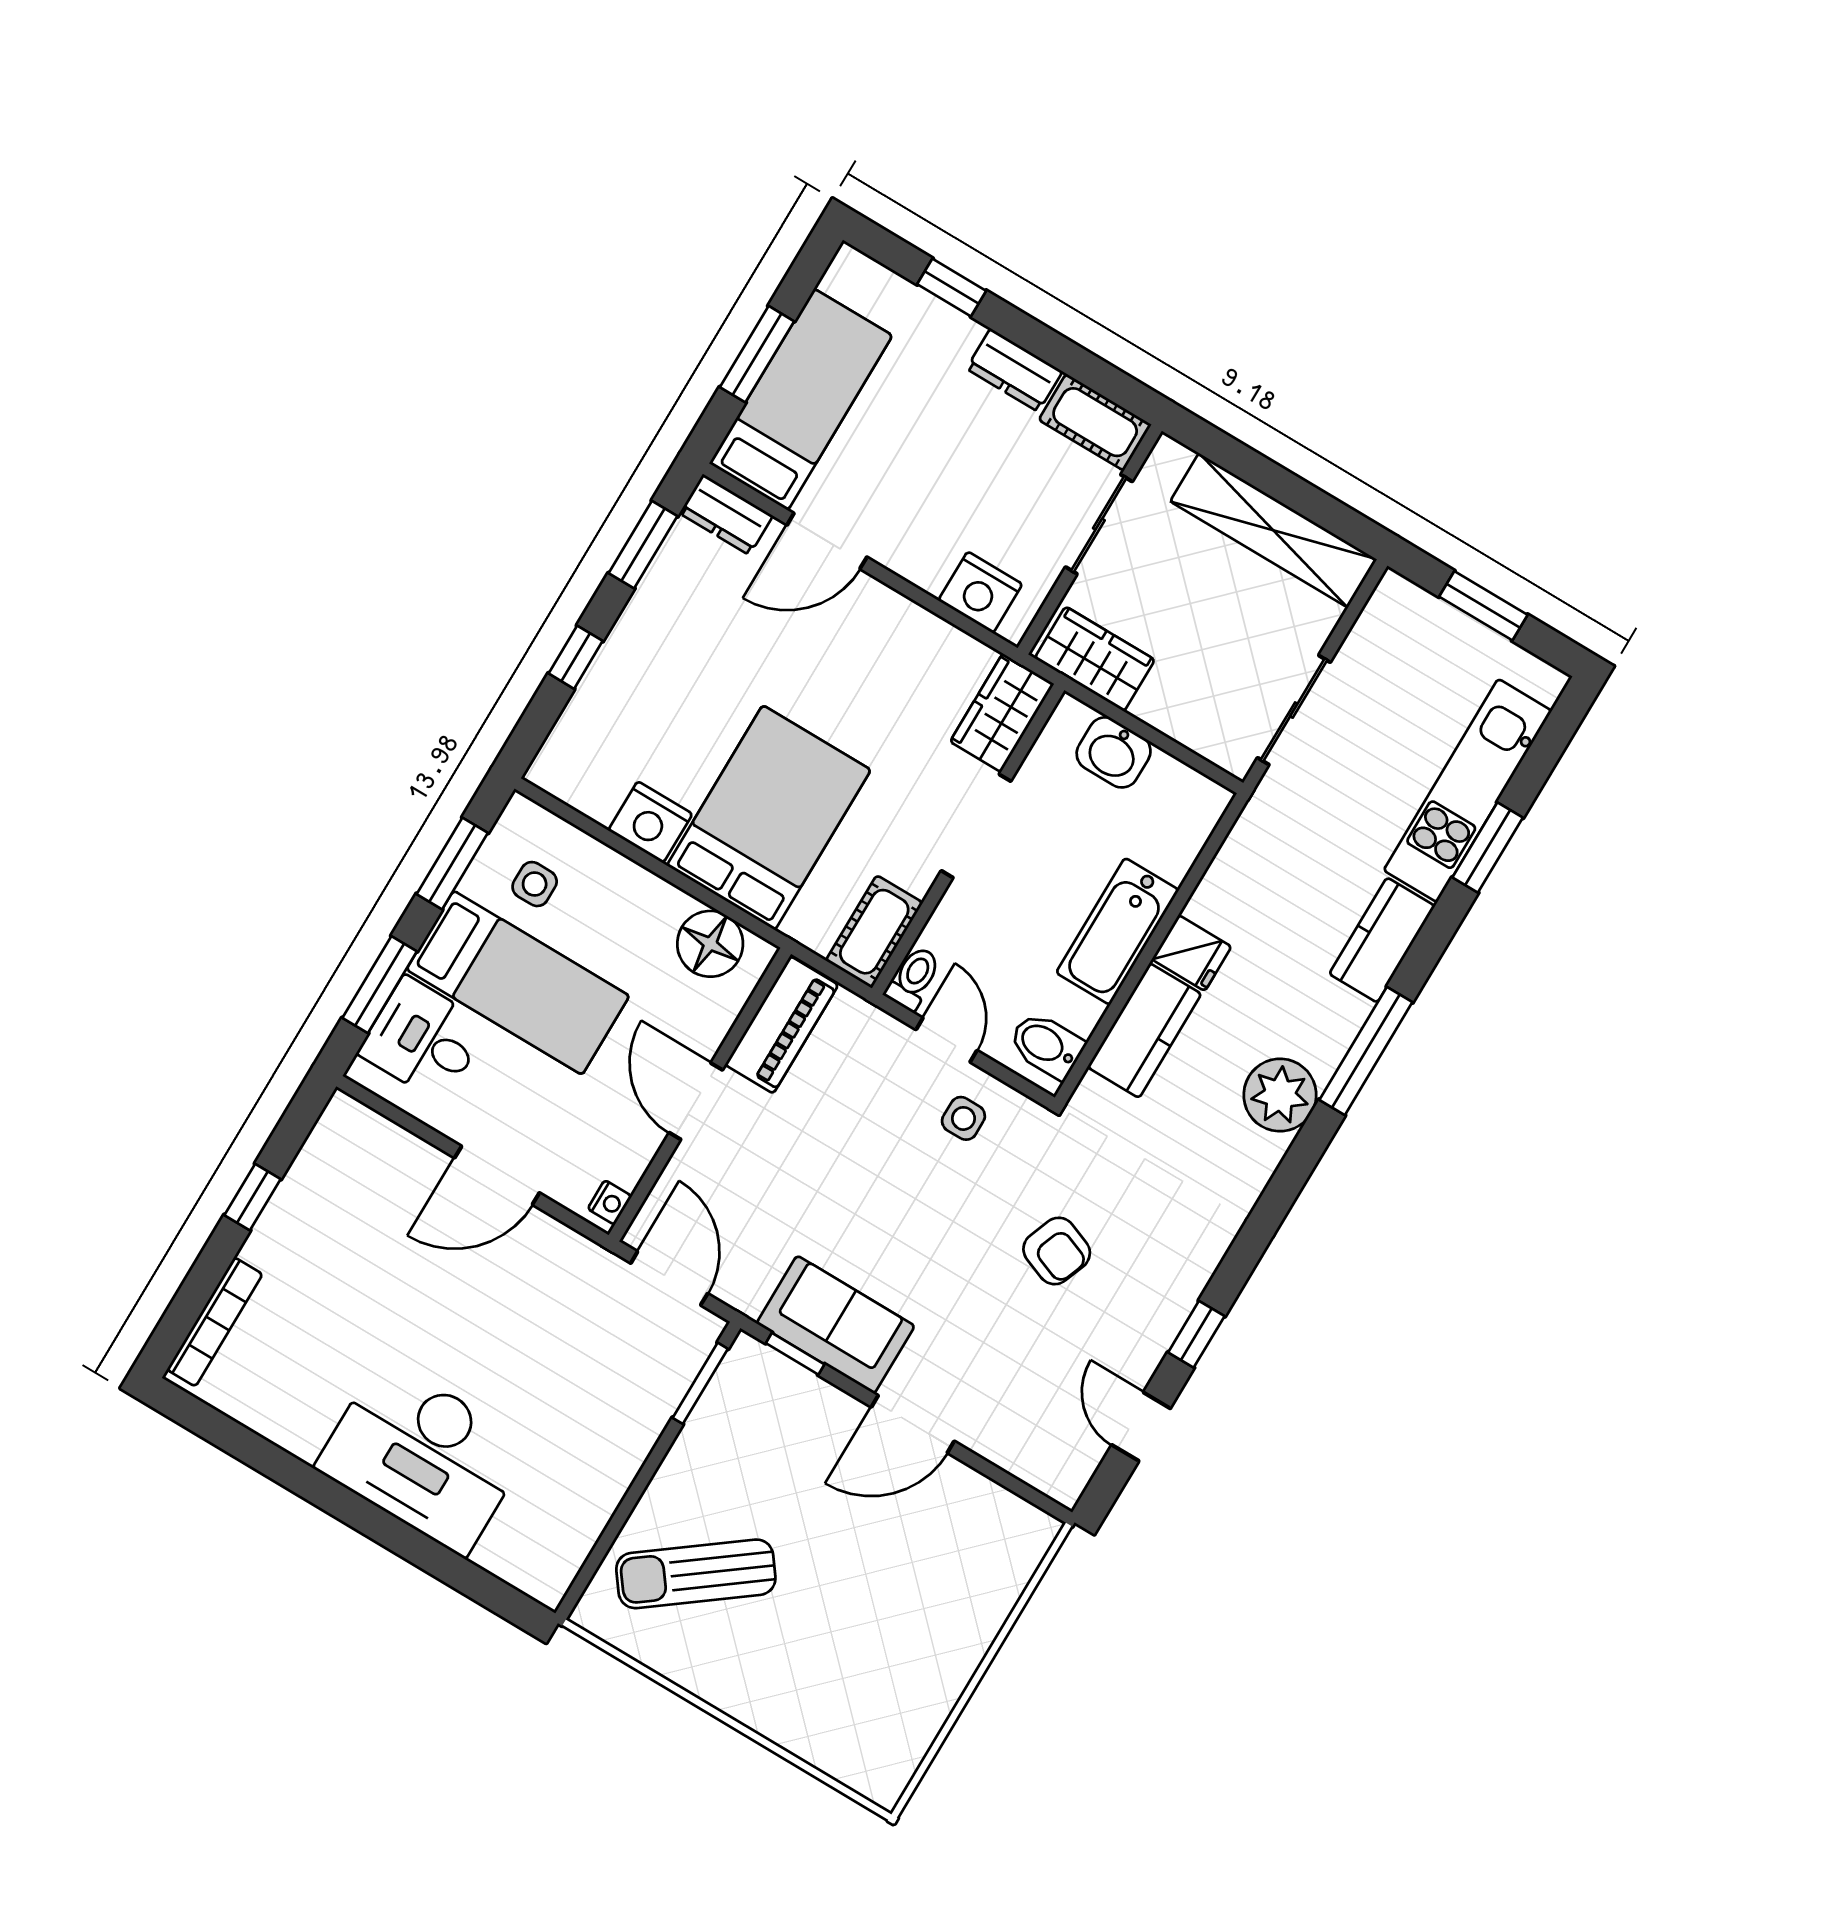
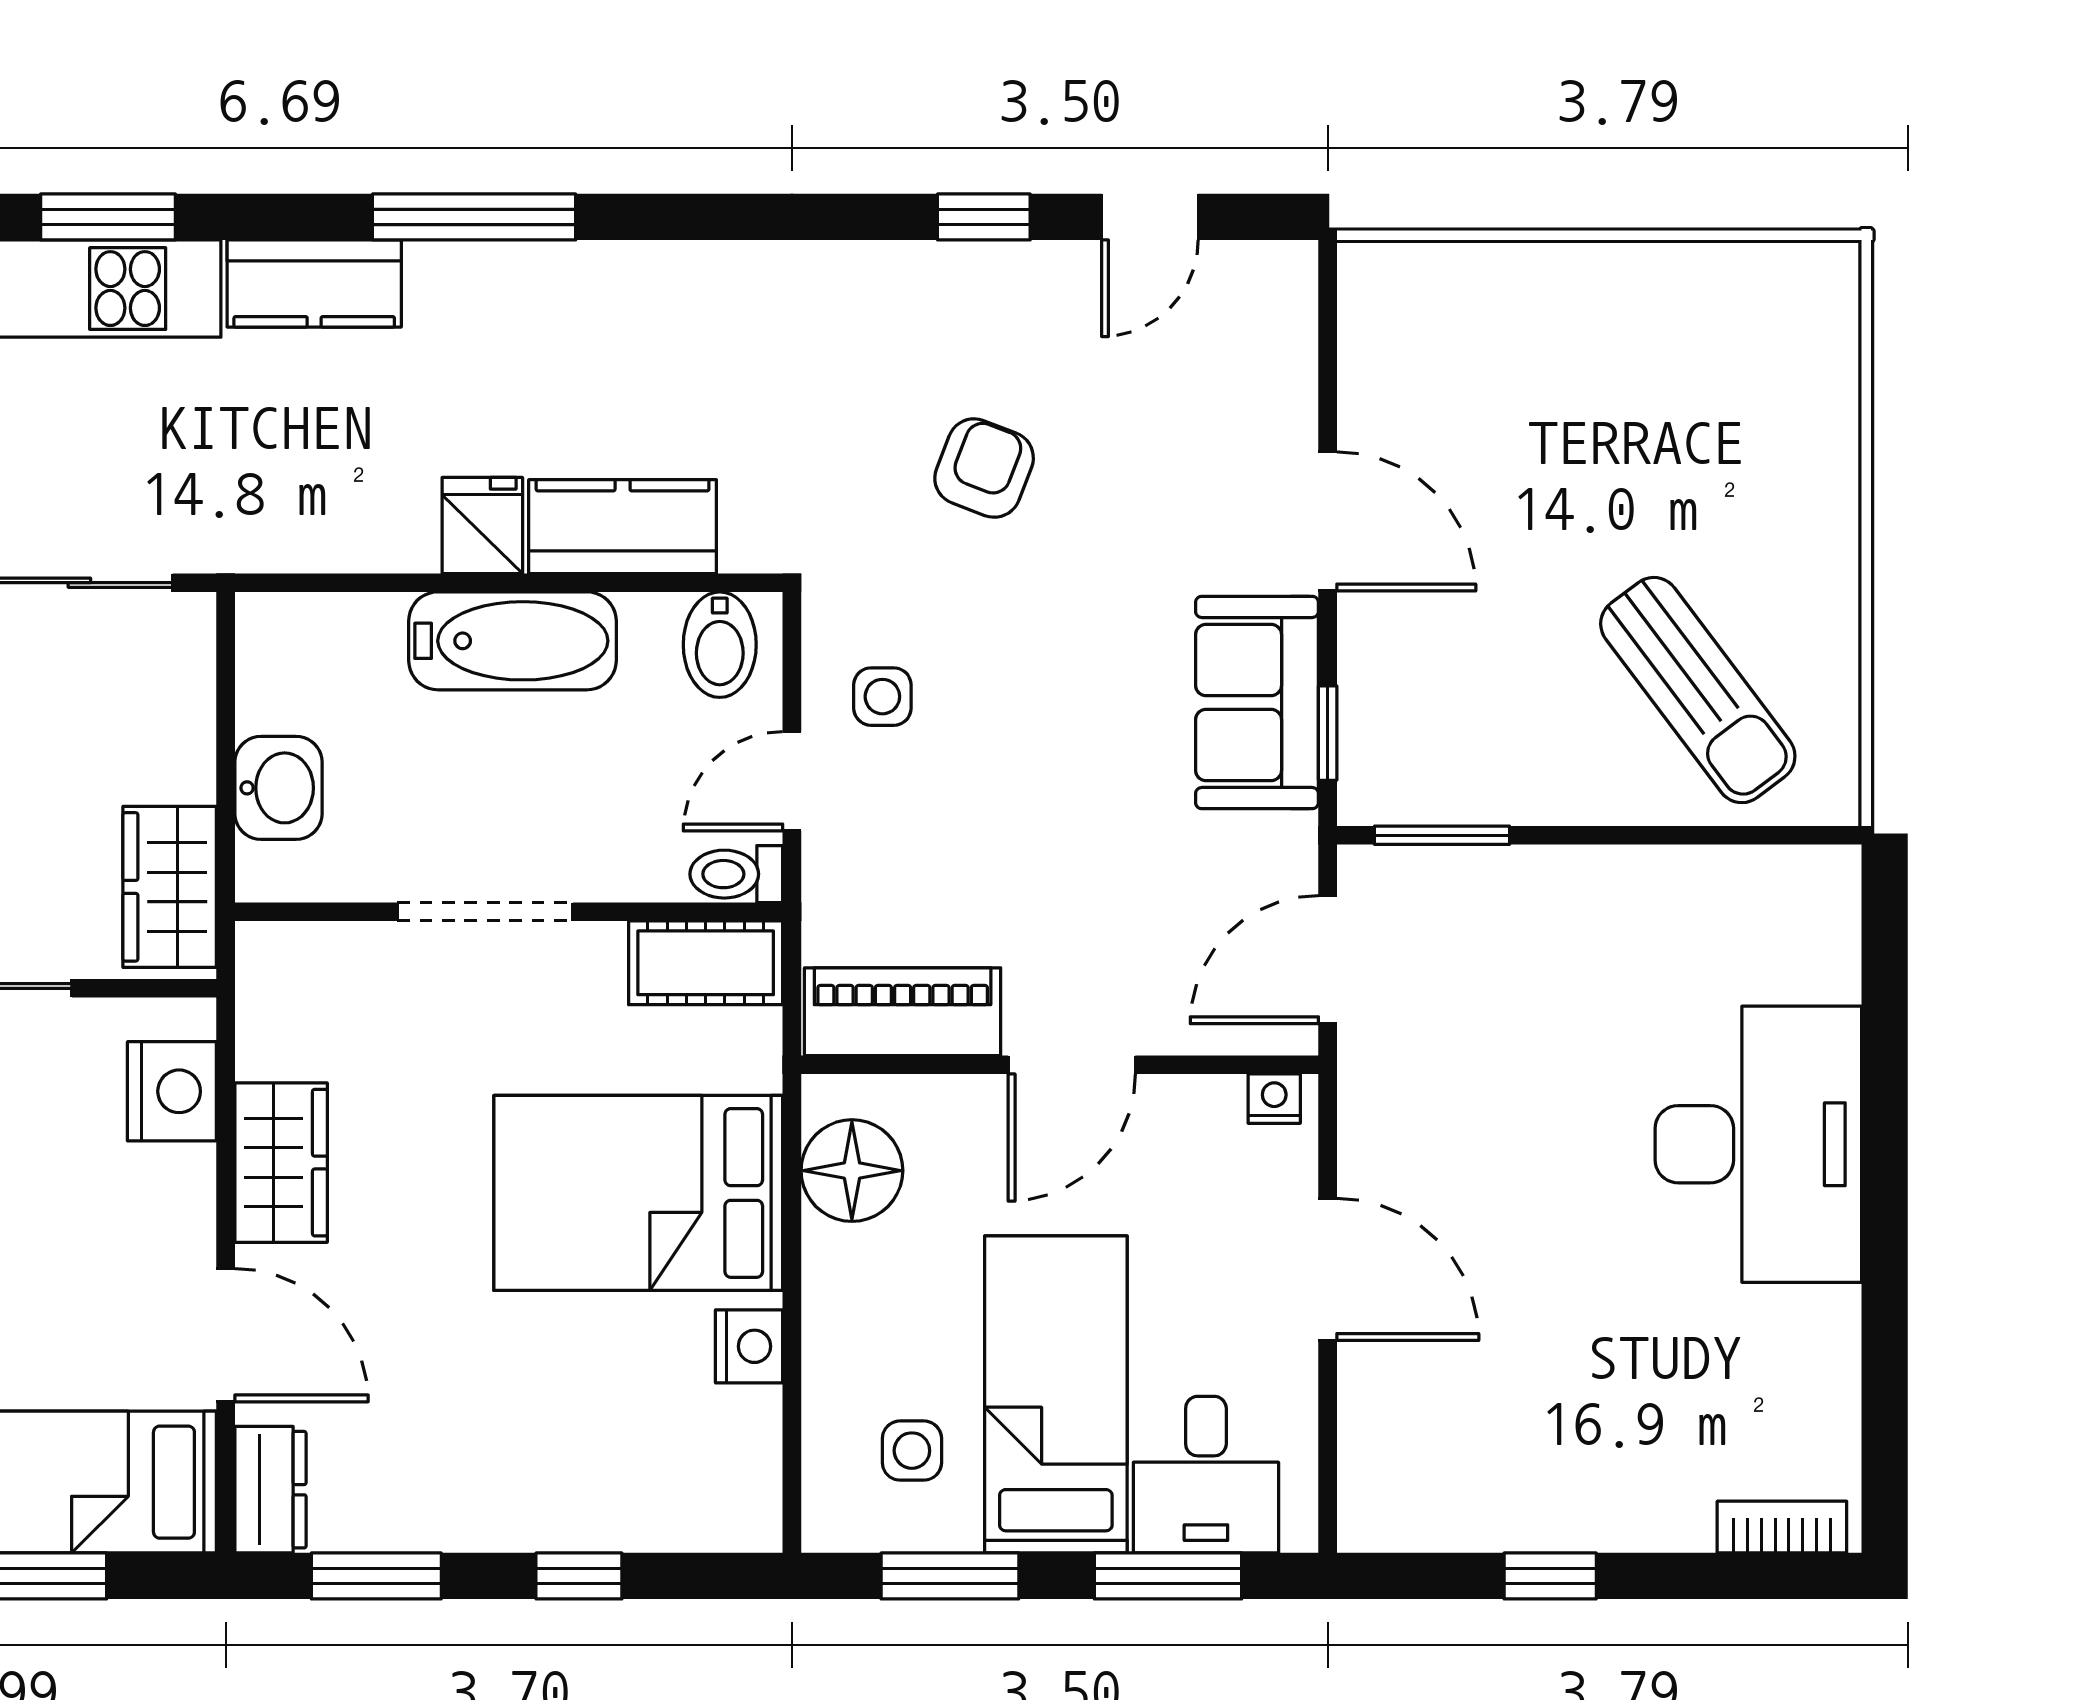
wardrobe: (1002, 713) -> (281, 1163), moved, turned -90
nightstand: (650, 822) -> (749, 1346), width x0.74, depth x0.75
plant: (1280, 1095) -> (600, 296), removed
bookcase: (215, 1322) -> (1782, 1527), width x0.64

